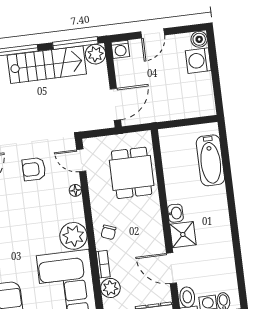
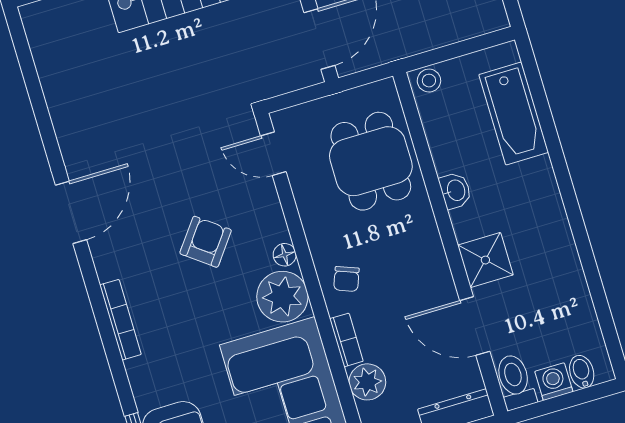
stool: (169, 136) -> (429, 81), added
armchair: (34, 169) -> (206, 242), moved, turned 127
floor lamp: (75, 190) -> (285, 255), moved
washbasin: (175, 213) -> (455, 190), moved

